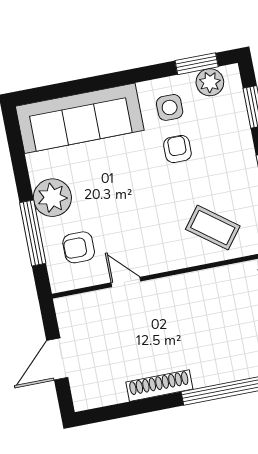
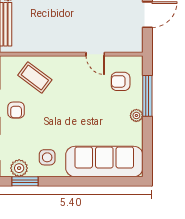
armchair: (177, 149) -> (16, 110), moved
plant: (52, 198) -> (136, 115), width x0.53, depth x0.53
armchair: (79, 247) -> (121, 81), turned 180

